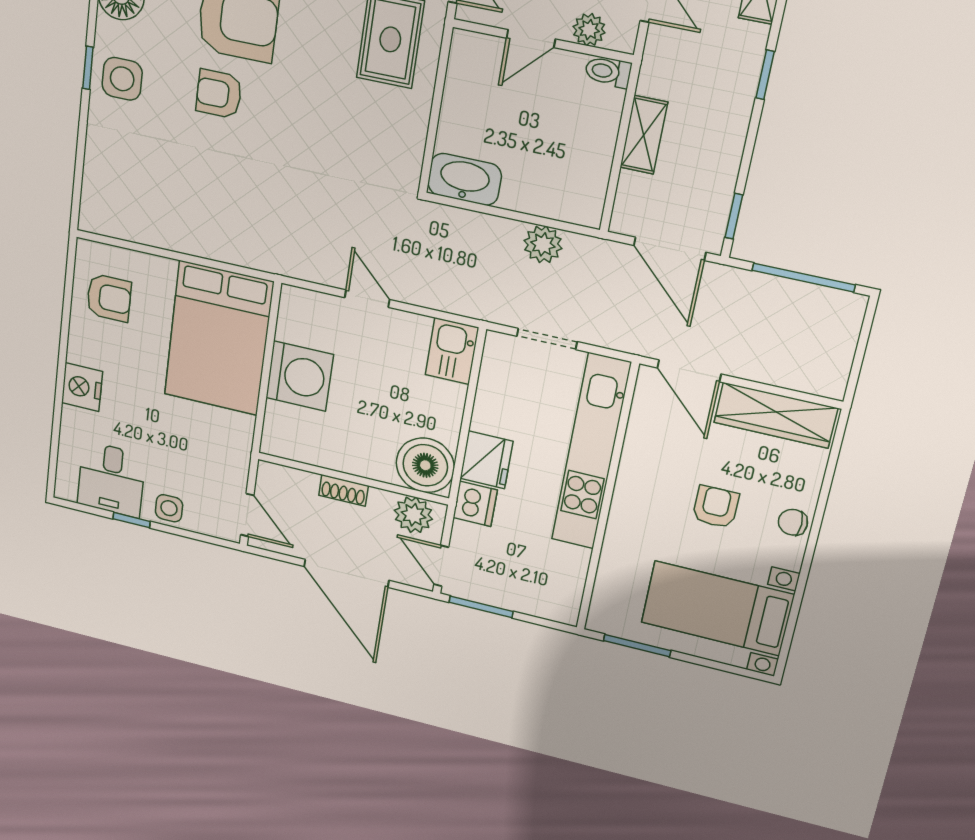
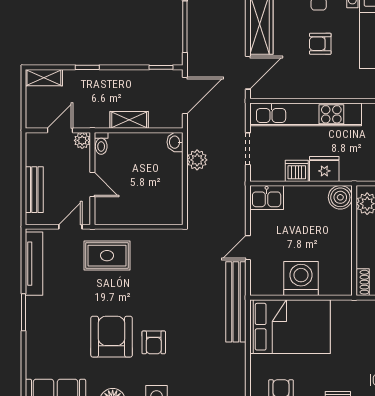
plant: (589, 30) -> (82, 140), moved
washbasin: (465, 179) -> (175, 142), moved, width x0.52, depth x0.69
bench: (273, 256) -> (236, 302), added
boiler: (425, 465) -> (340, 197), width x0.73, depth x0.73
shoe rack: (343, 490) -> (363, 282), moved
dishwasher: (475, 504) -> (297, 171), moved

